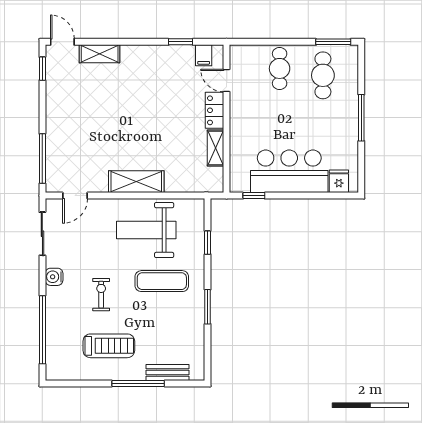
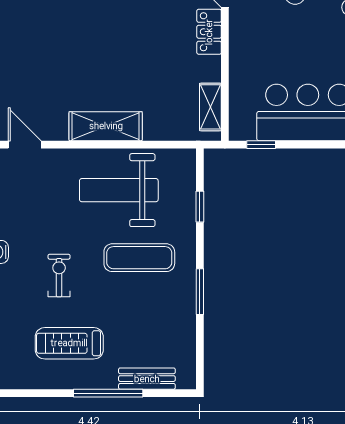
shelving: (216, 148) -> (210, 107), moved
door: (75, 196) -> (25, 145), swing flipped
treadmill: (109, 346) -> (69, 343), turned 180

